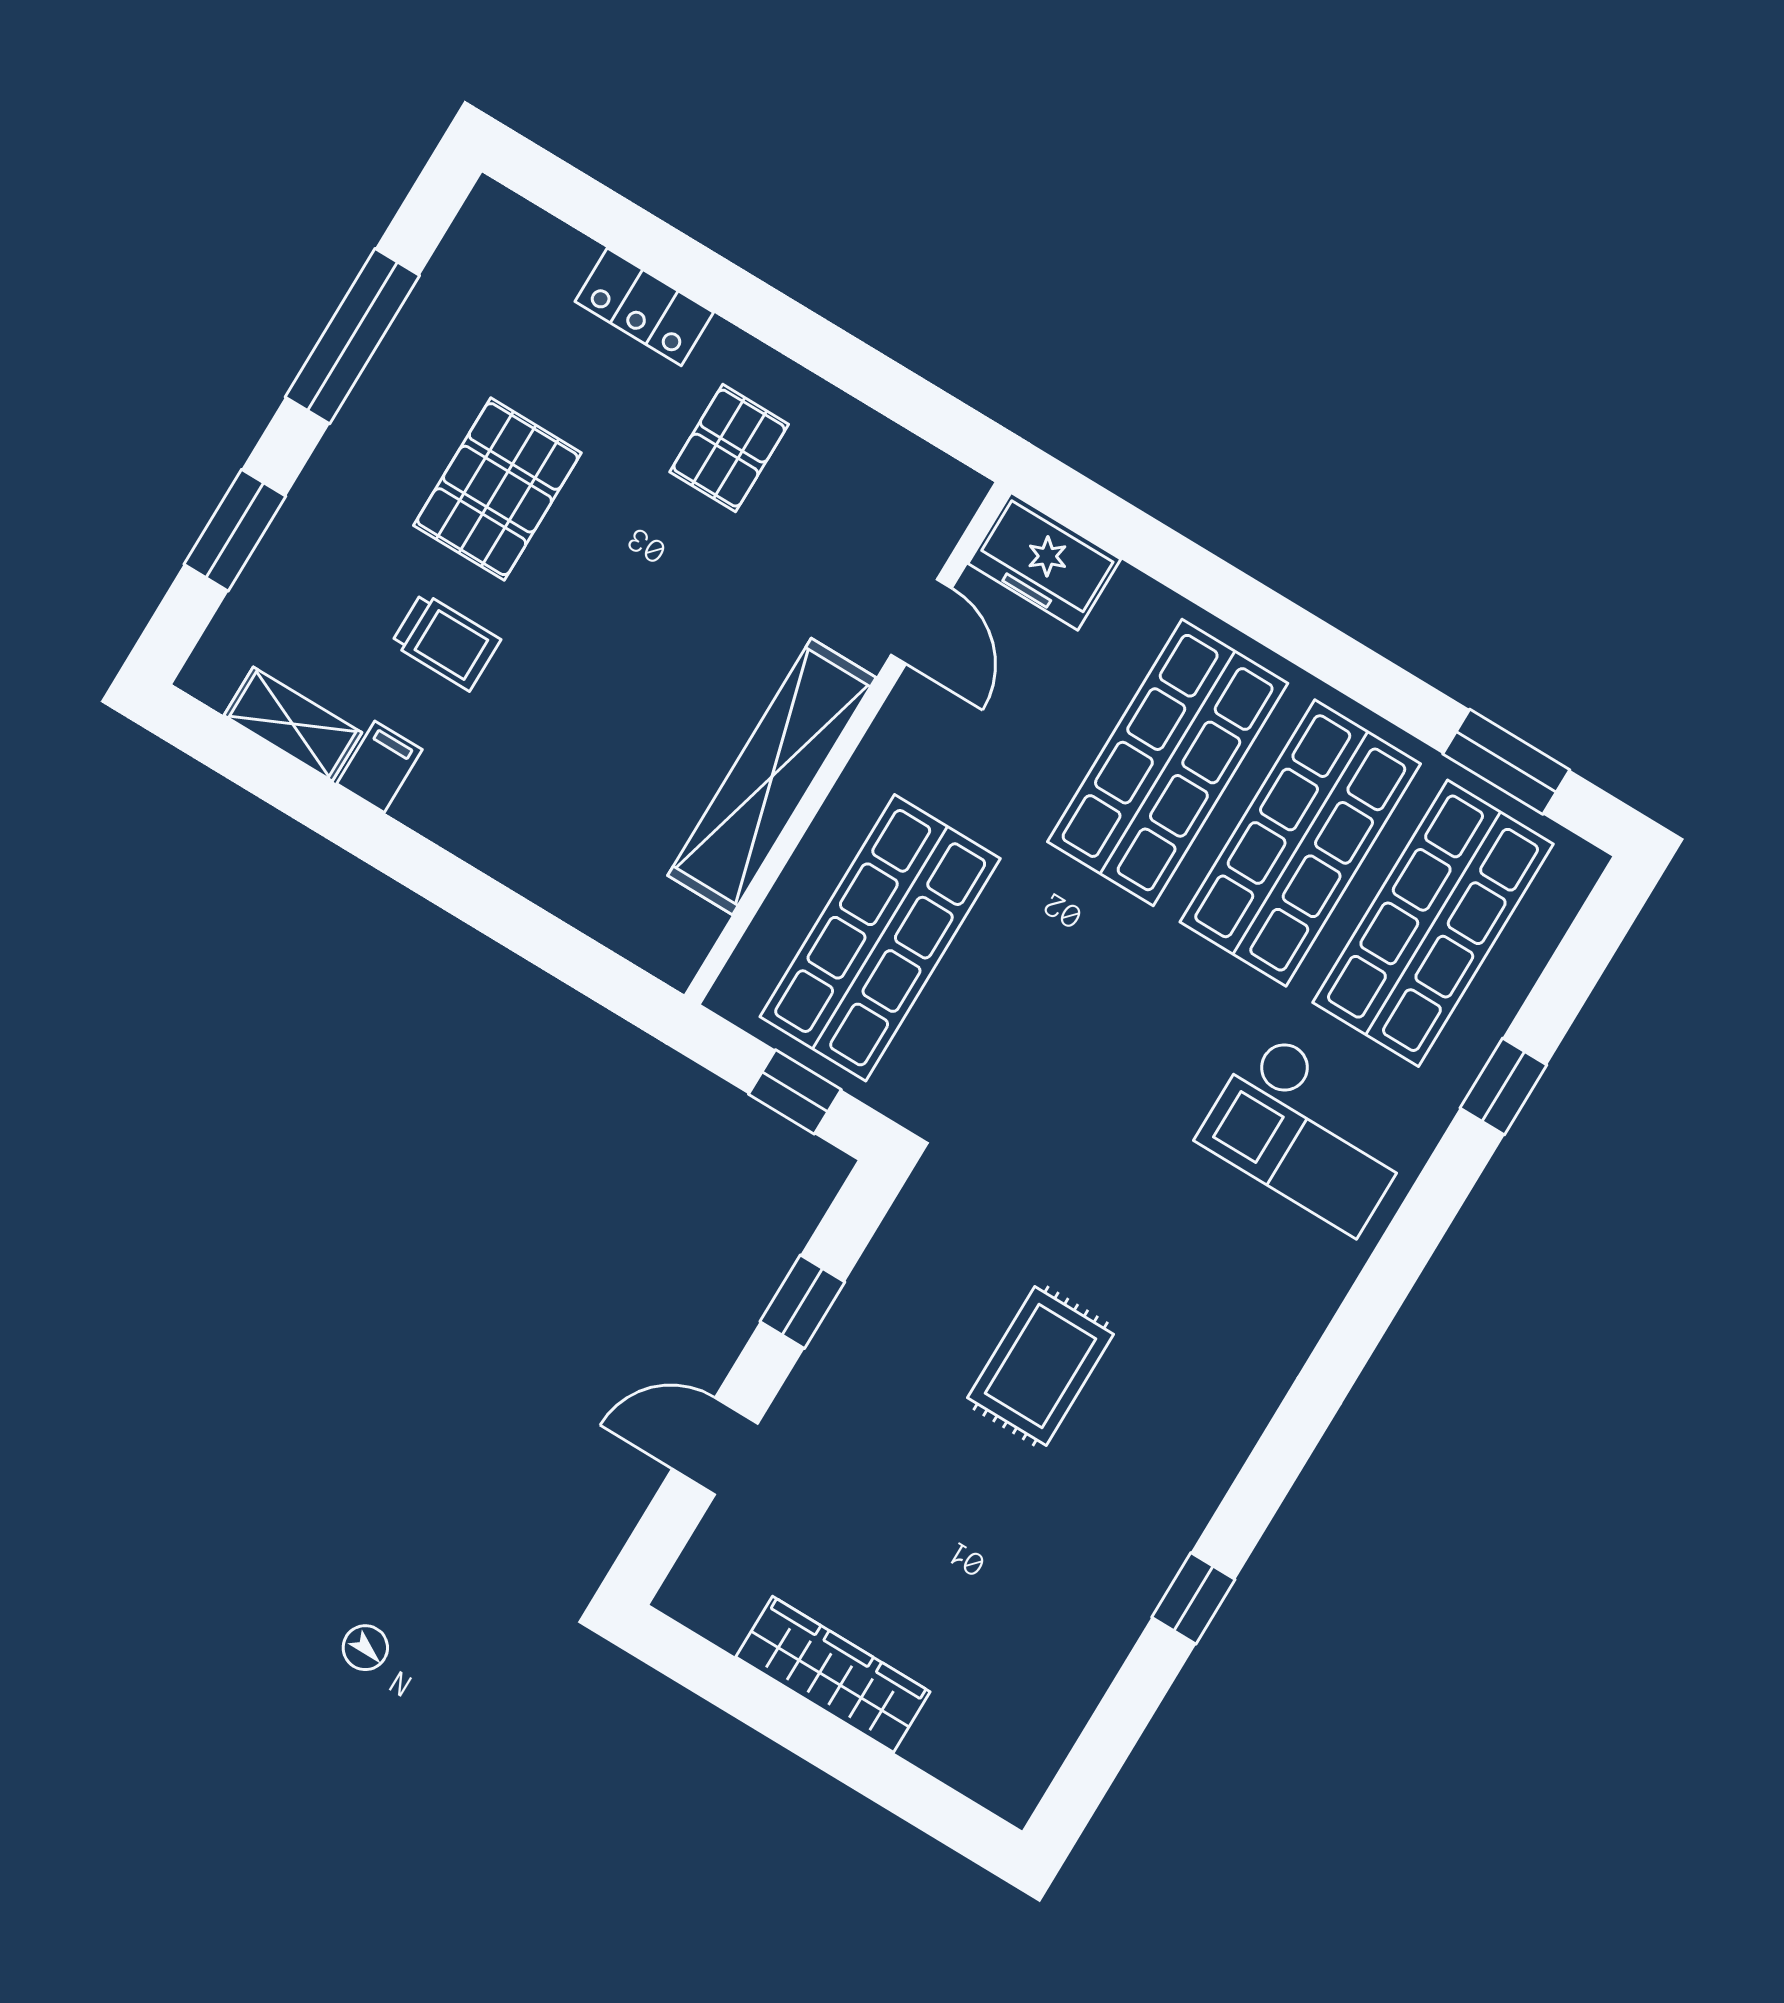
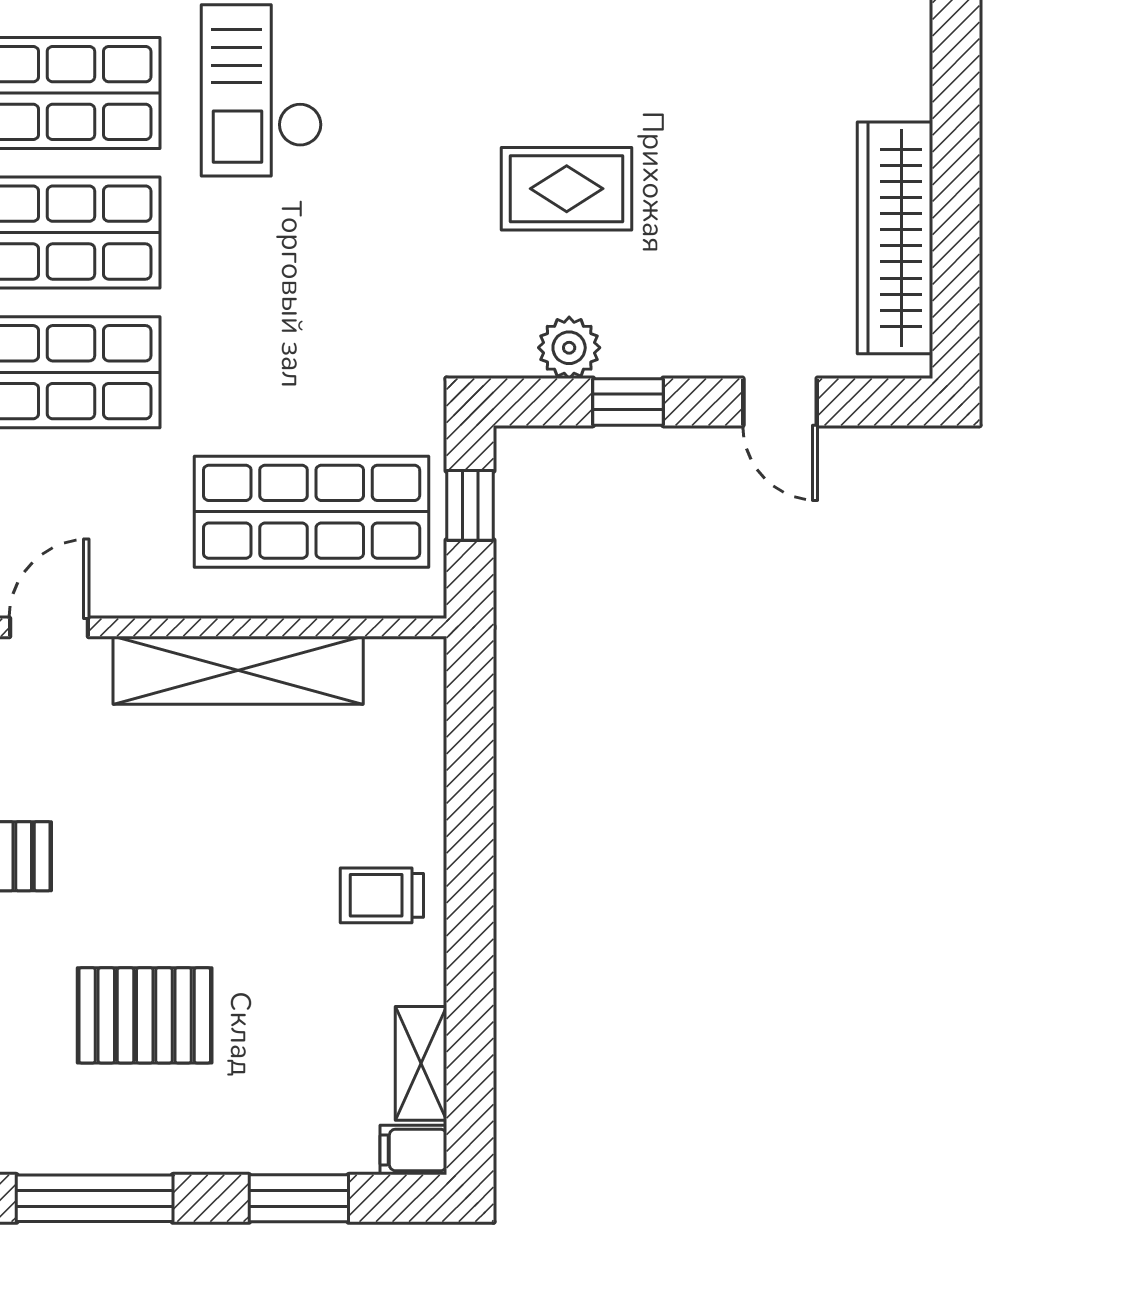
trolley: (446, 642) -> (382, 895), moved, turned -90
filing cabinet: (379, 767) -> (413, 1150), moved
checkout: (1310, 1133) -> (262, 90), turned 180
plant: (888, 1277) -> (569, 348), added
wardrobe: (833, 1674) -> (895, 238), width x1.40, depth x1.17

